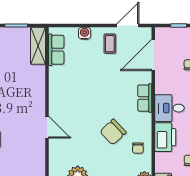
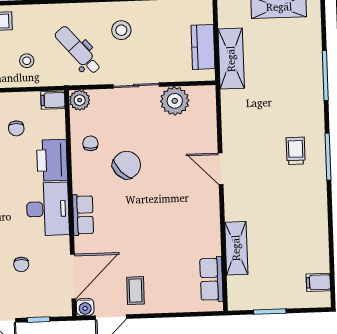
water cooler: (85, 33) -> (85, 307), moved
shelving: (38, 46) -> (236, 248), moved
desk: (169, 108) -> (48, 209), width x1.37

